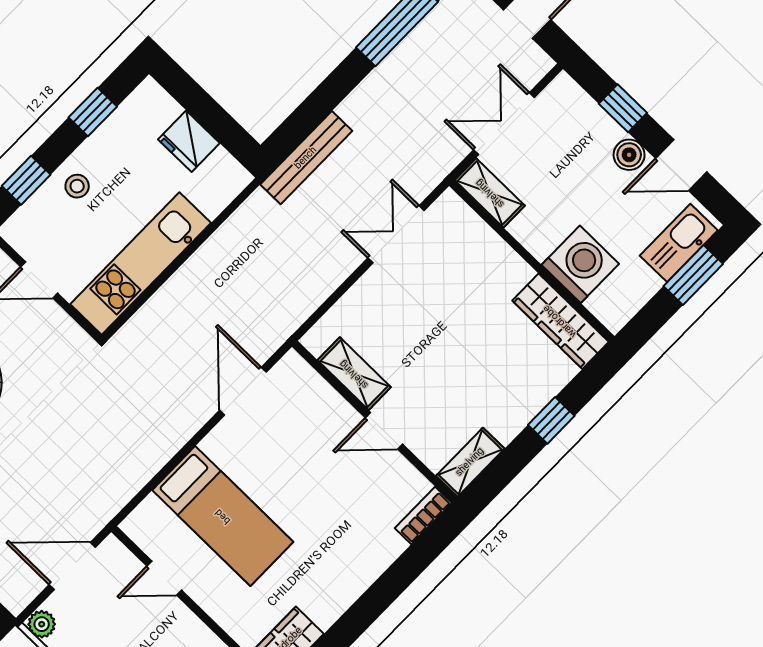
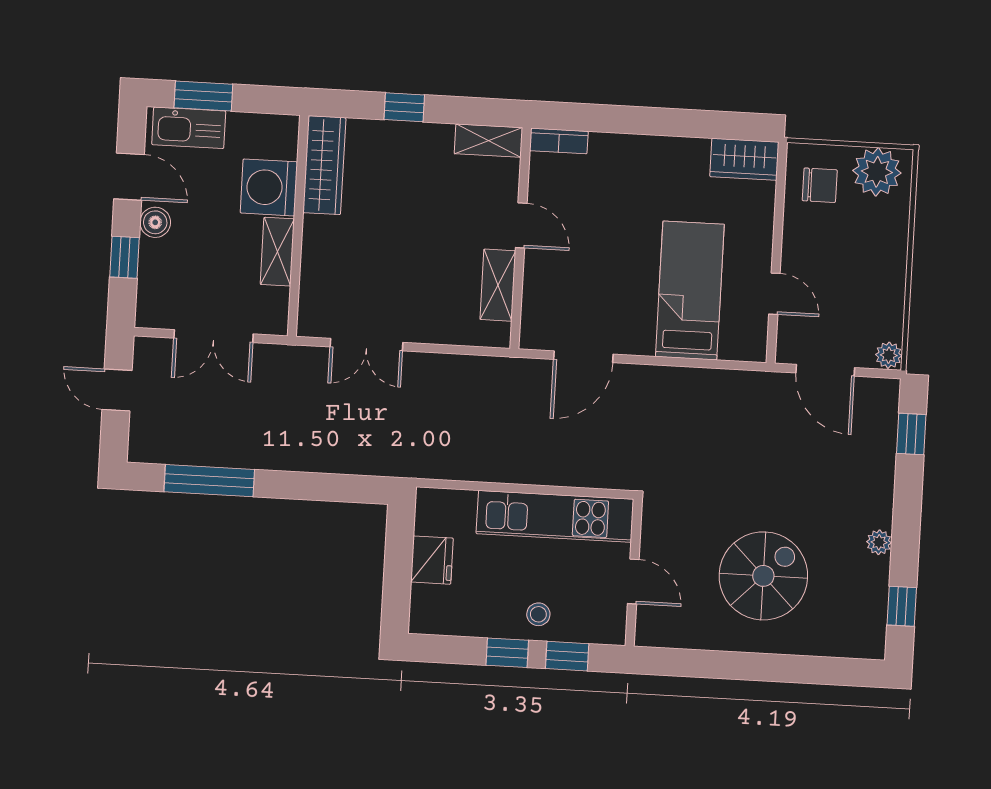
window: (93, 112) -> (507, 653), moved
bench: (306, 158) -> (368, 462), removed
shelving: (490, 193) -> (277, 252), moved

